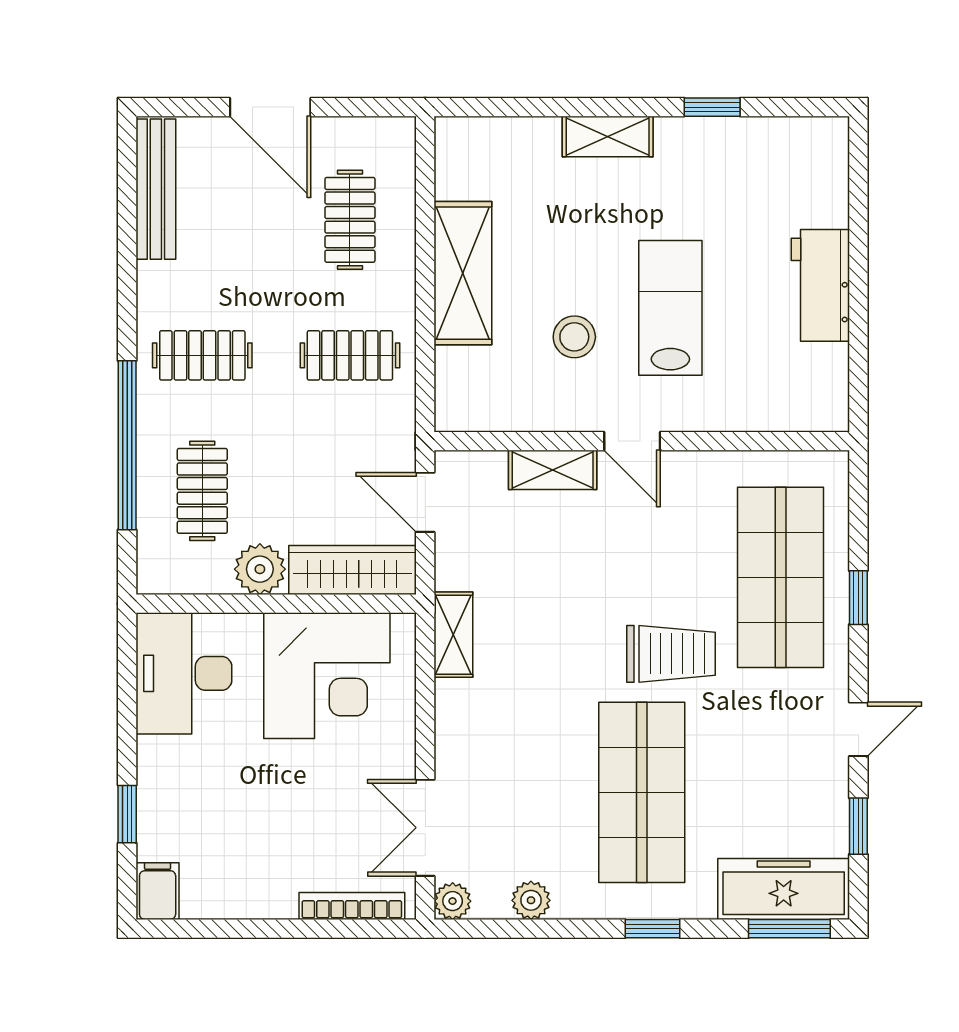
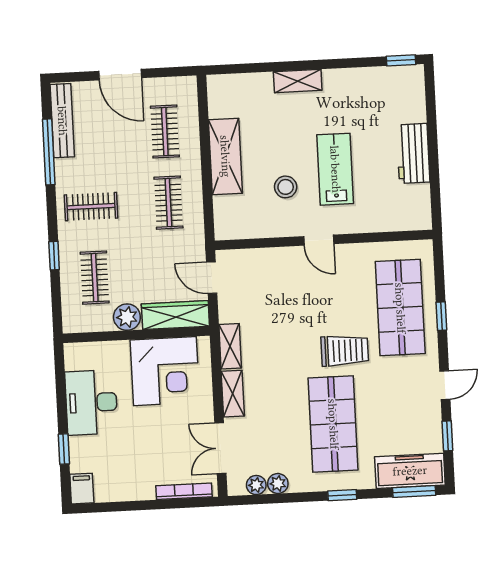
window: (712, 107) -> (401, 60), moved
window: (127, 247) -> (49, 152), added
clothes rail: (350, 355) -> (168, 203), turned 90
window: (127, 445) -> (54, 256), width x0.32
shelving: (553, 470) -> (233, 394), moved, turned 90
desk: (184, 673) -> (91, 402), moved
plant: (453, 901) -> (256, 485), moved

